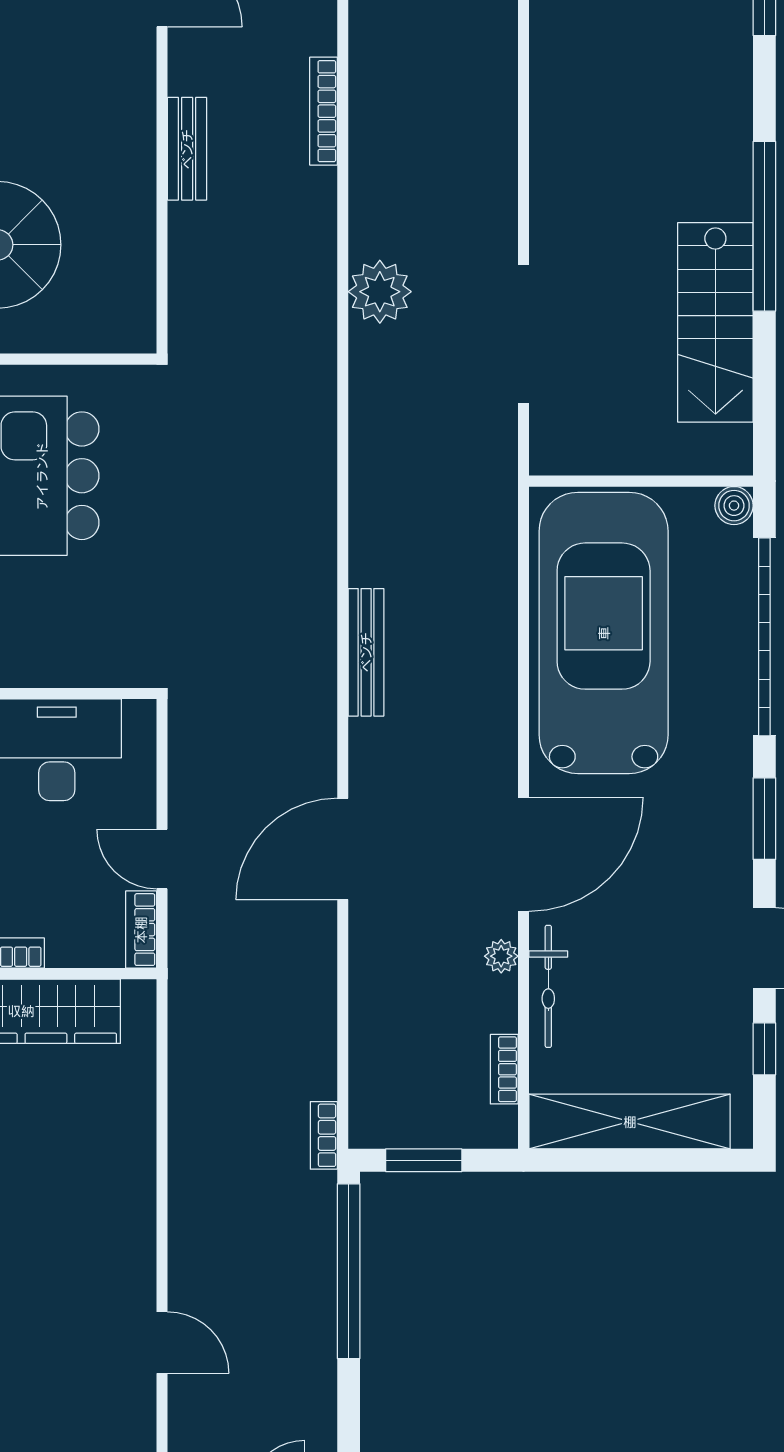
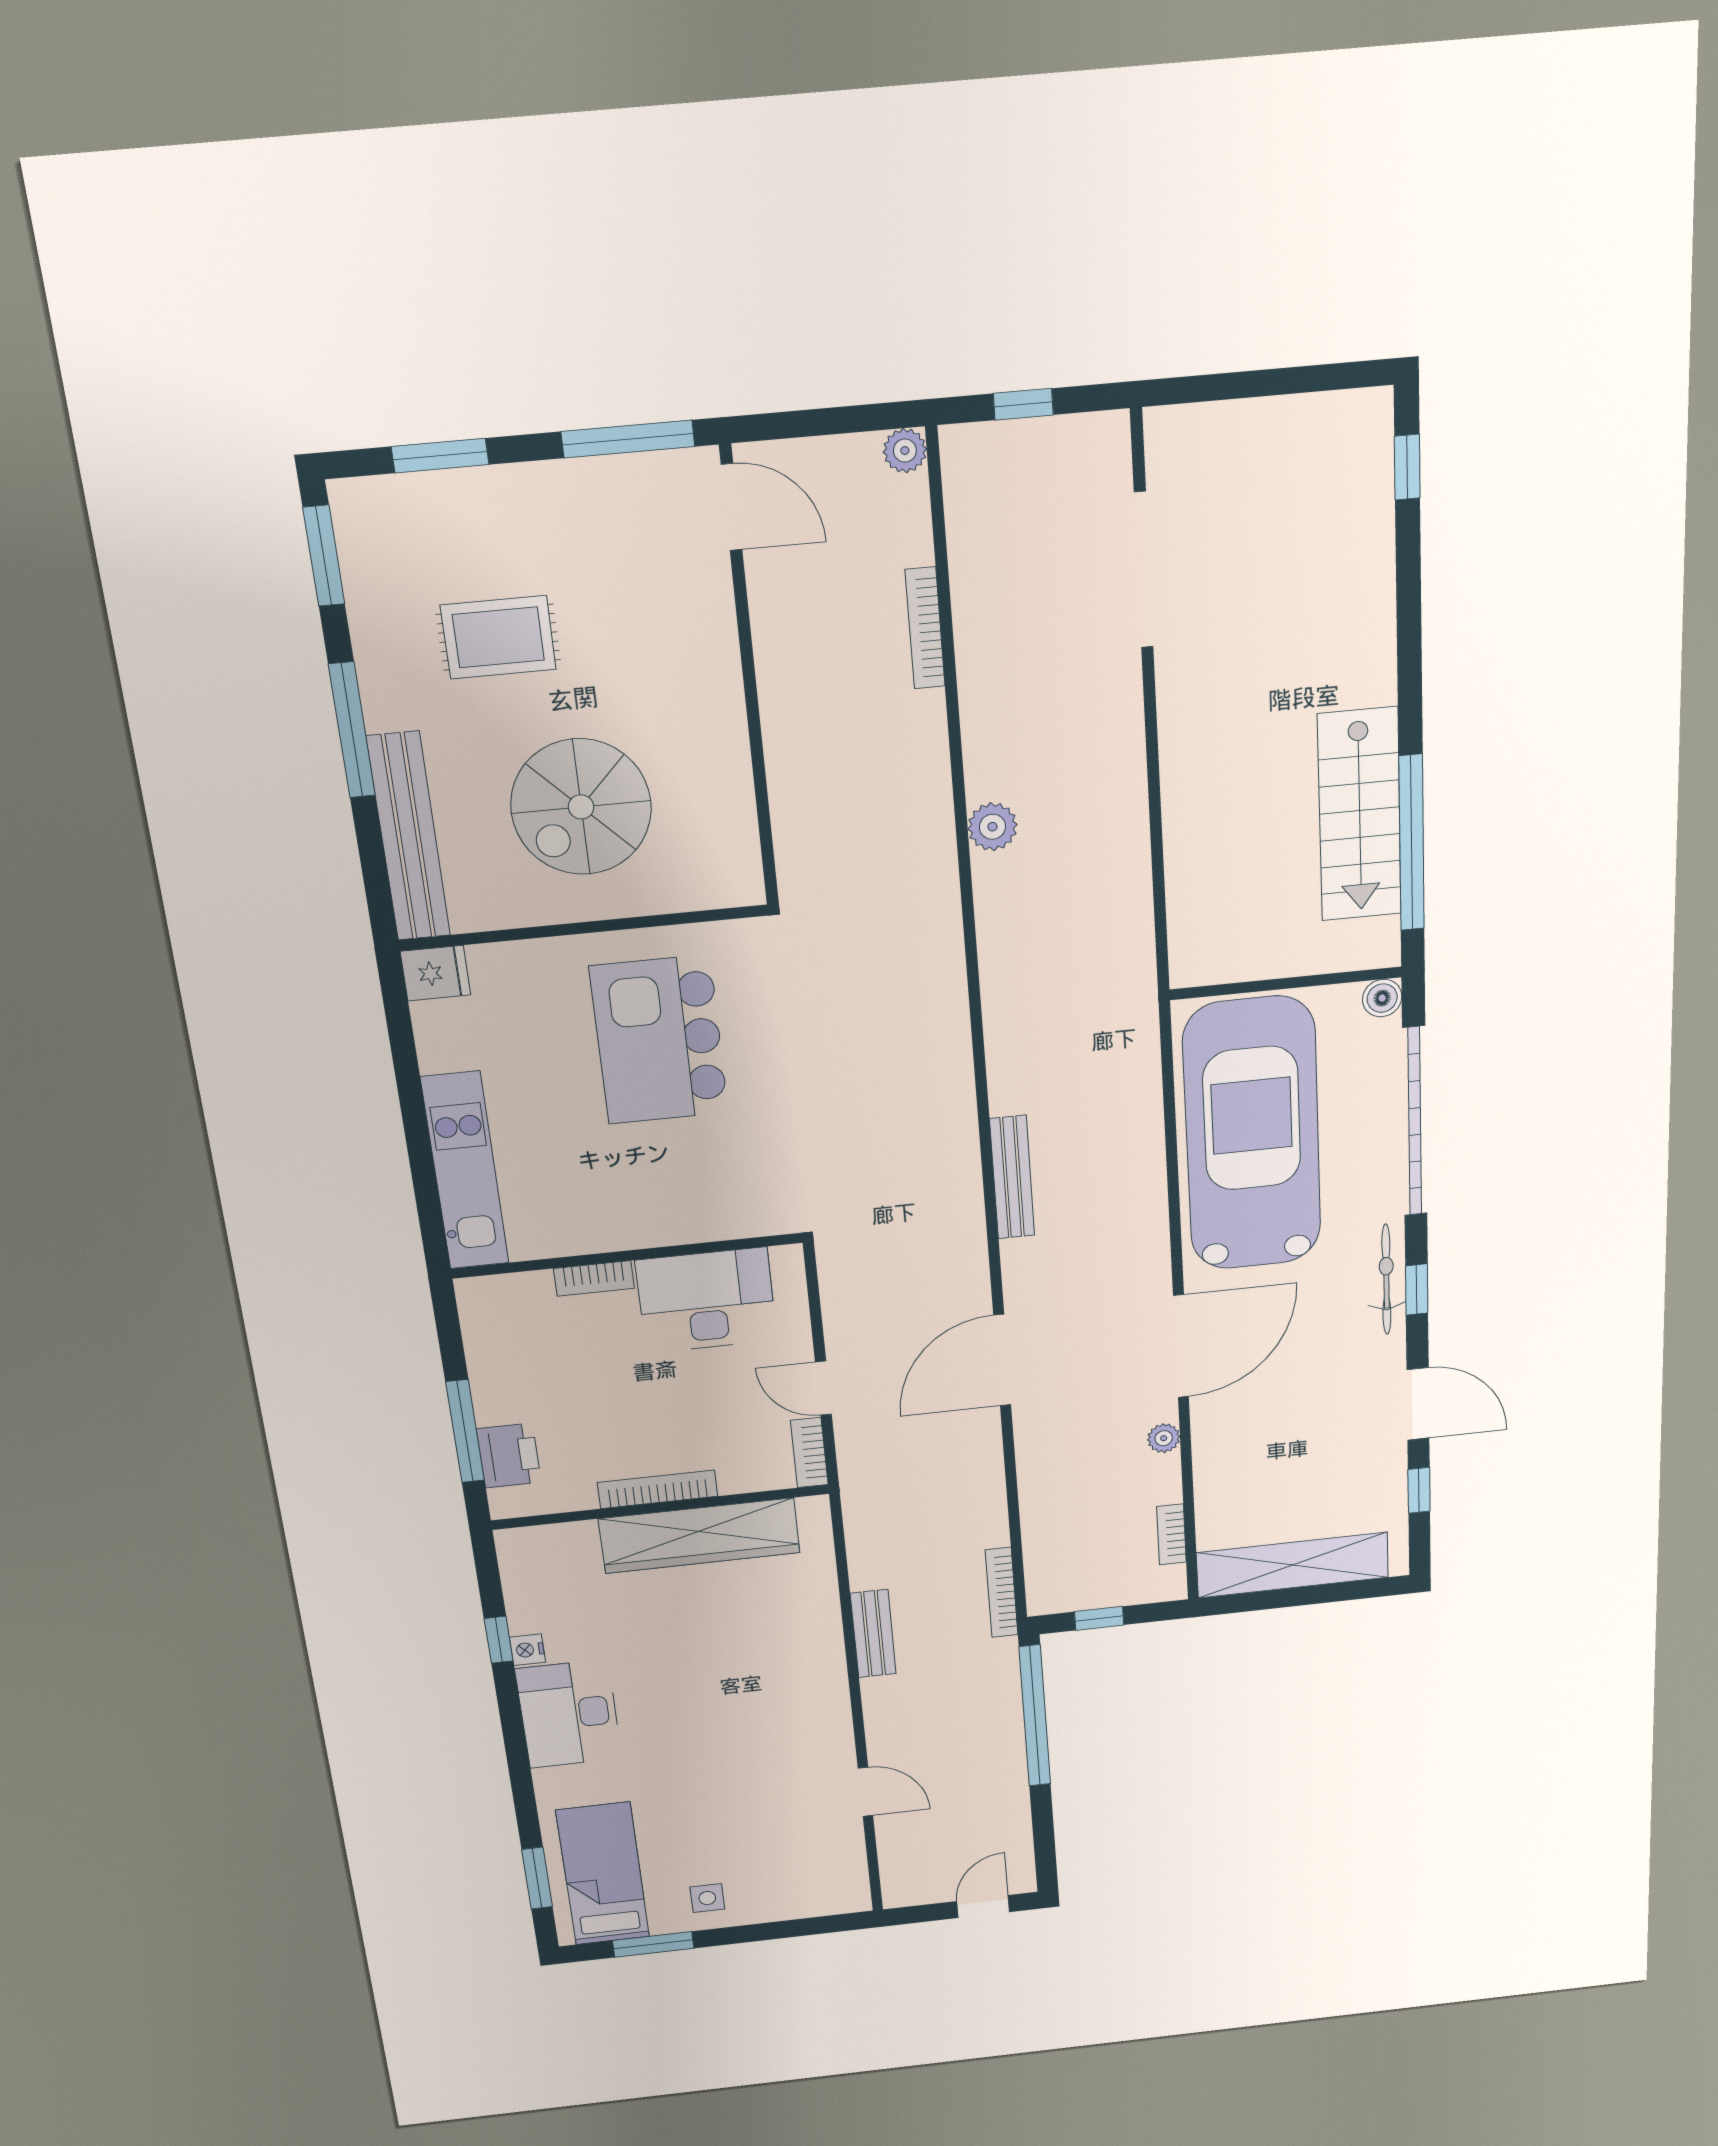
bench: (187, 149) -> (873, 1634), moved
window: (764, 226) -> (1412, 843), moved
plant: (380, 292) -> (992, 827), width x0.73, depth x0.73
doorway: (524, 334) -> (1144, 570), moved
window: (764, 819) -> (1417, 1290), width x0.67
bicycle: (548, 986) -> (1386, 1279), moved, turned 180
bookcase: (324, 1135) -> (1002, 1592), width x1.56
window: (424, 1160) -> (1099, 1618), width x0.67

